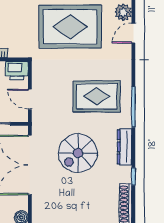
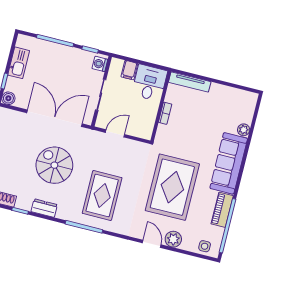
printer: (17, 70) -> (144, 128), removed
dresser: (124, 147) -> (44, 208), width x0.70

